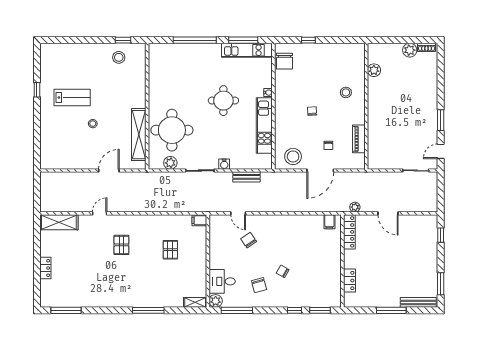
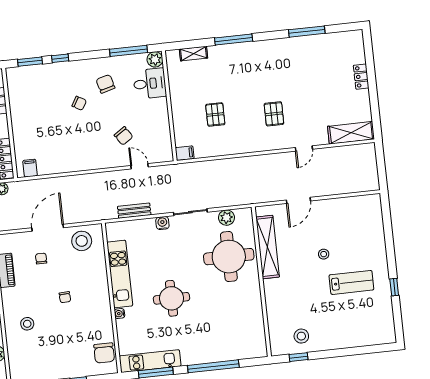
chair: (284, 61) -> (104, 353), turned 180
lab bench: (72, 98) -> (351, 282), turned 180
shelving: (195, 302) -> (194, 54), moved
window: (66, 310) -> (307, 32), moved

